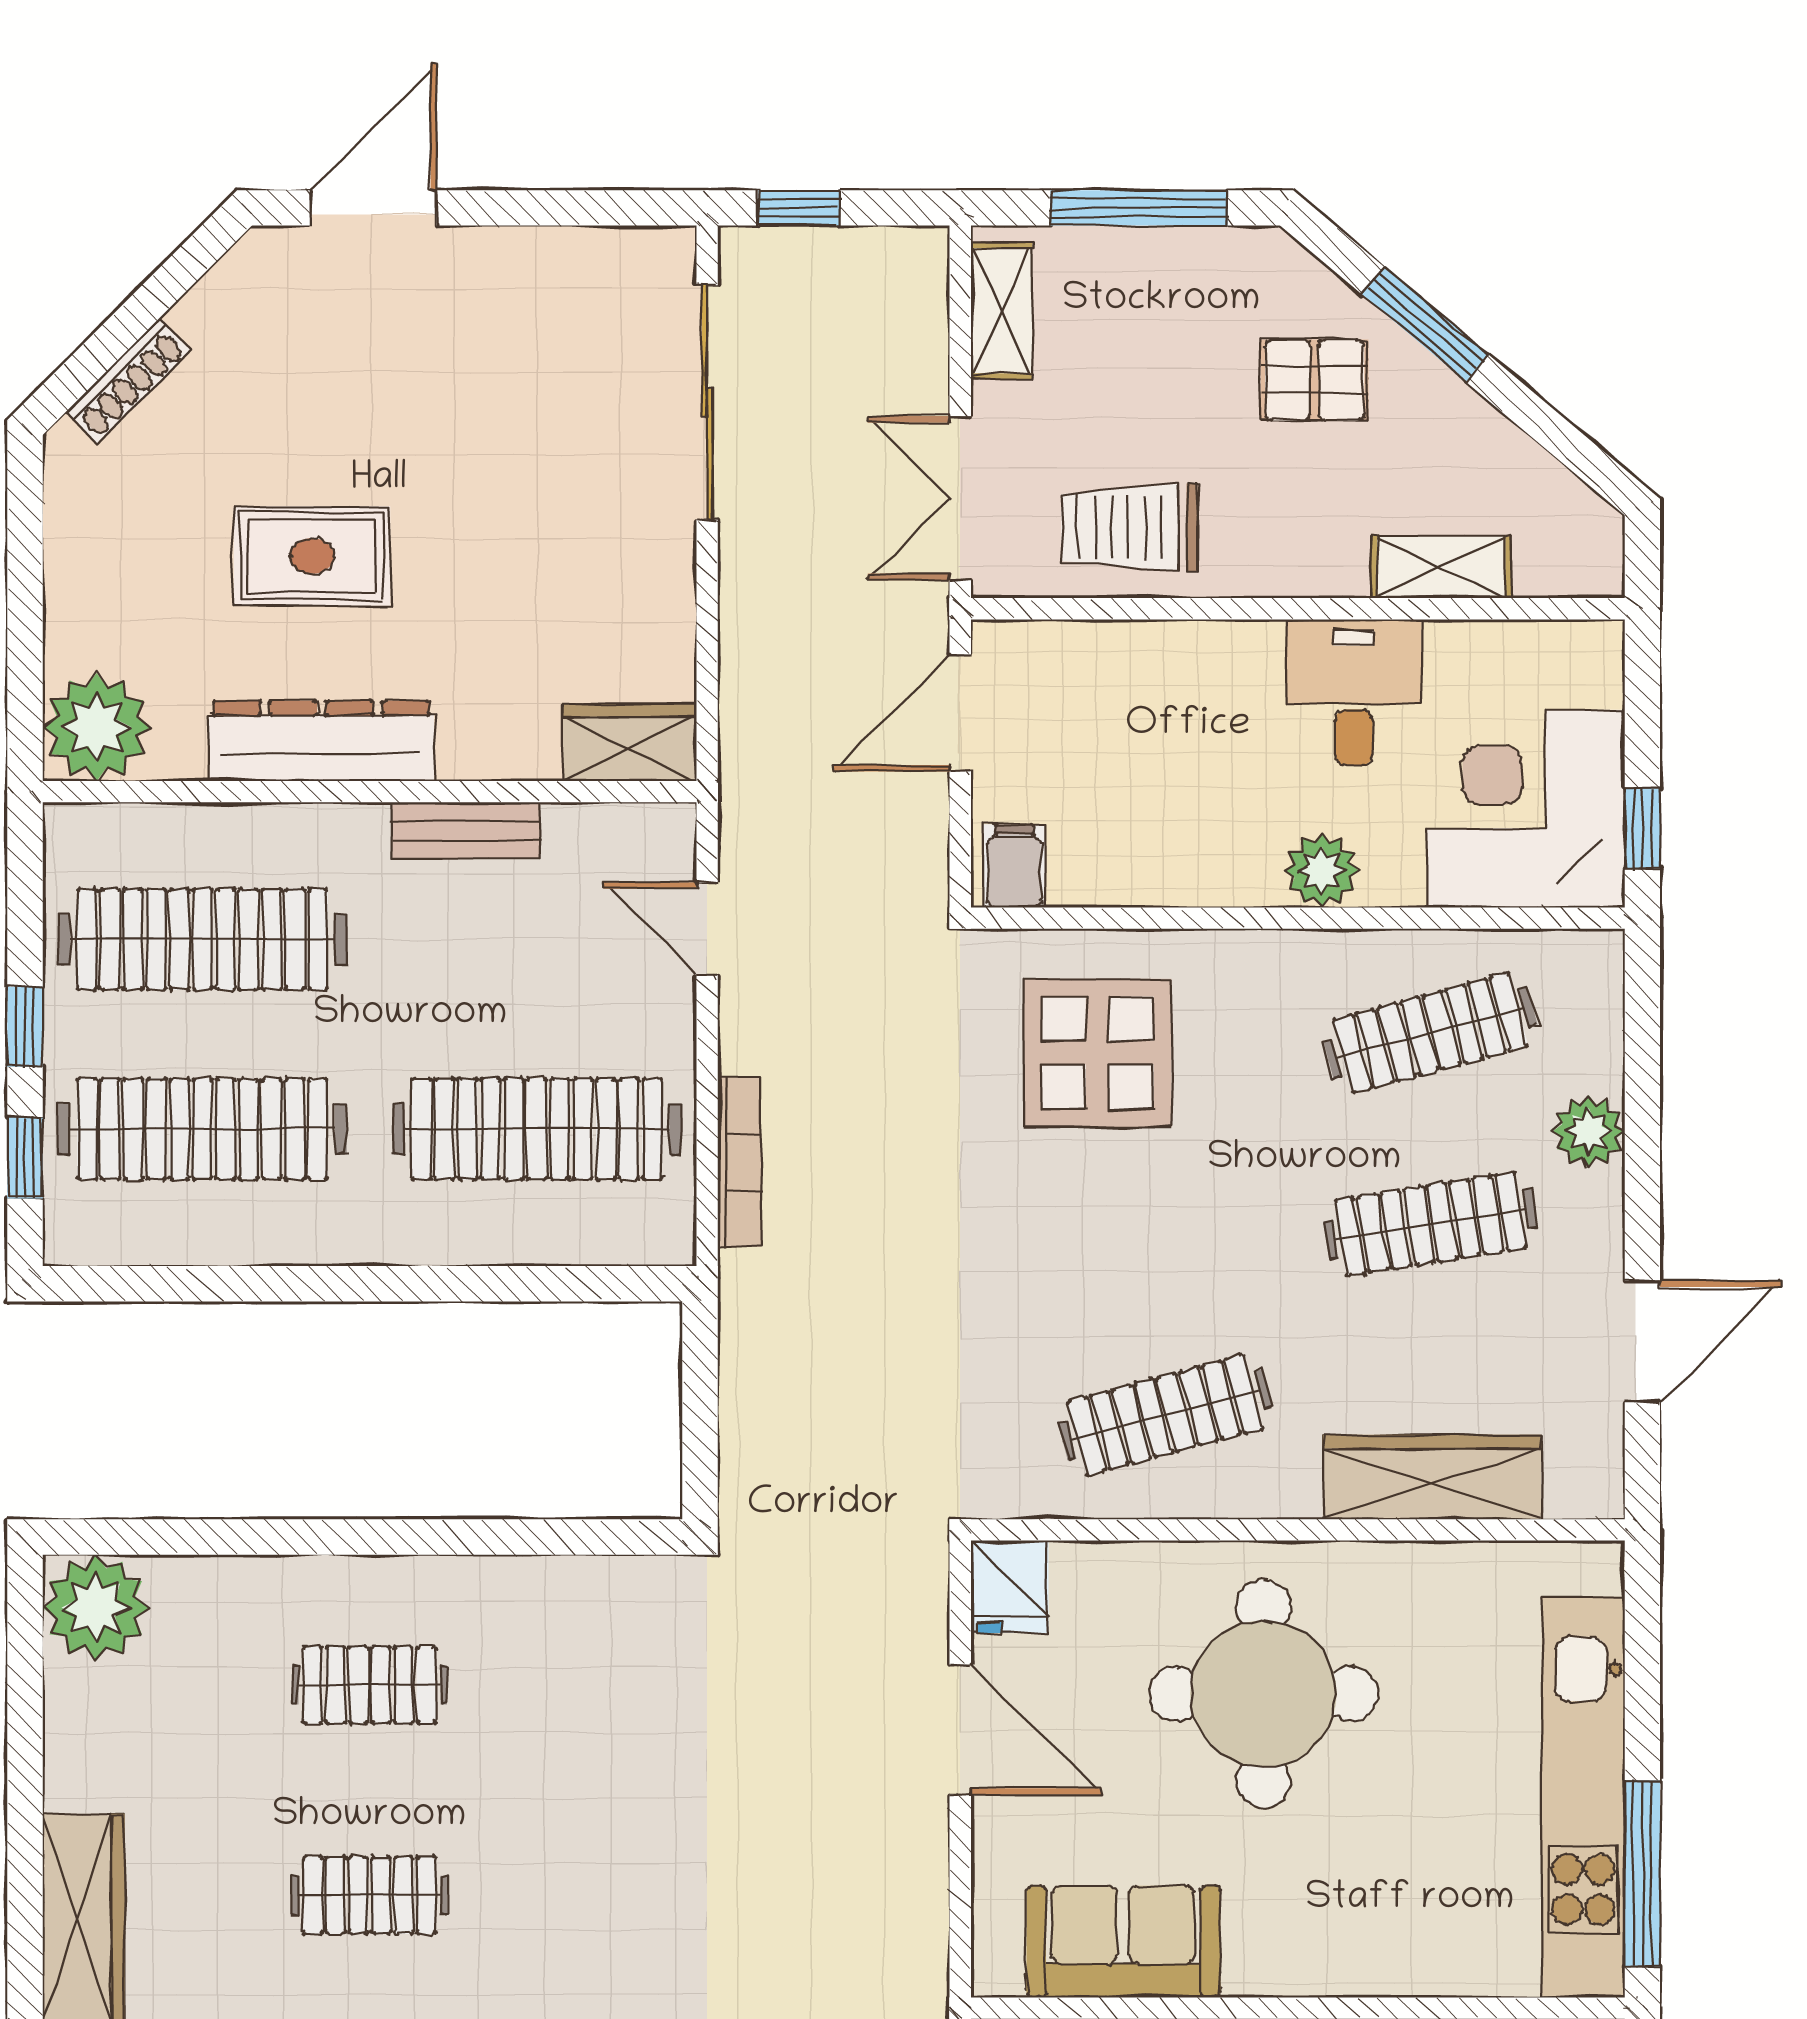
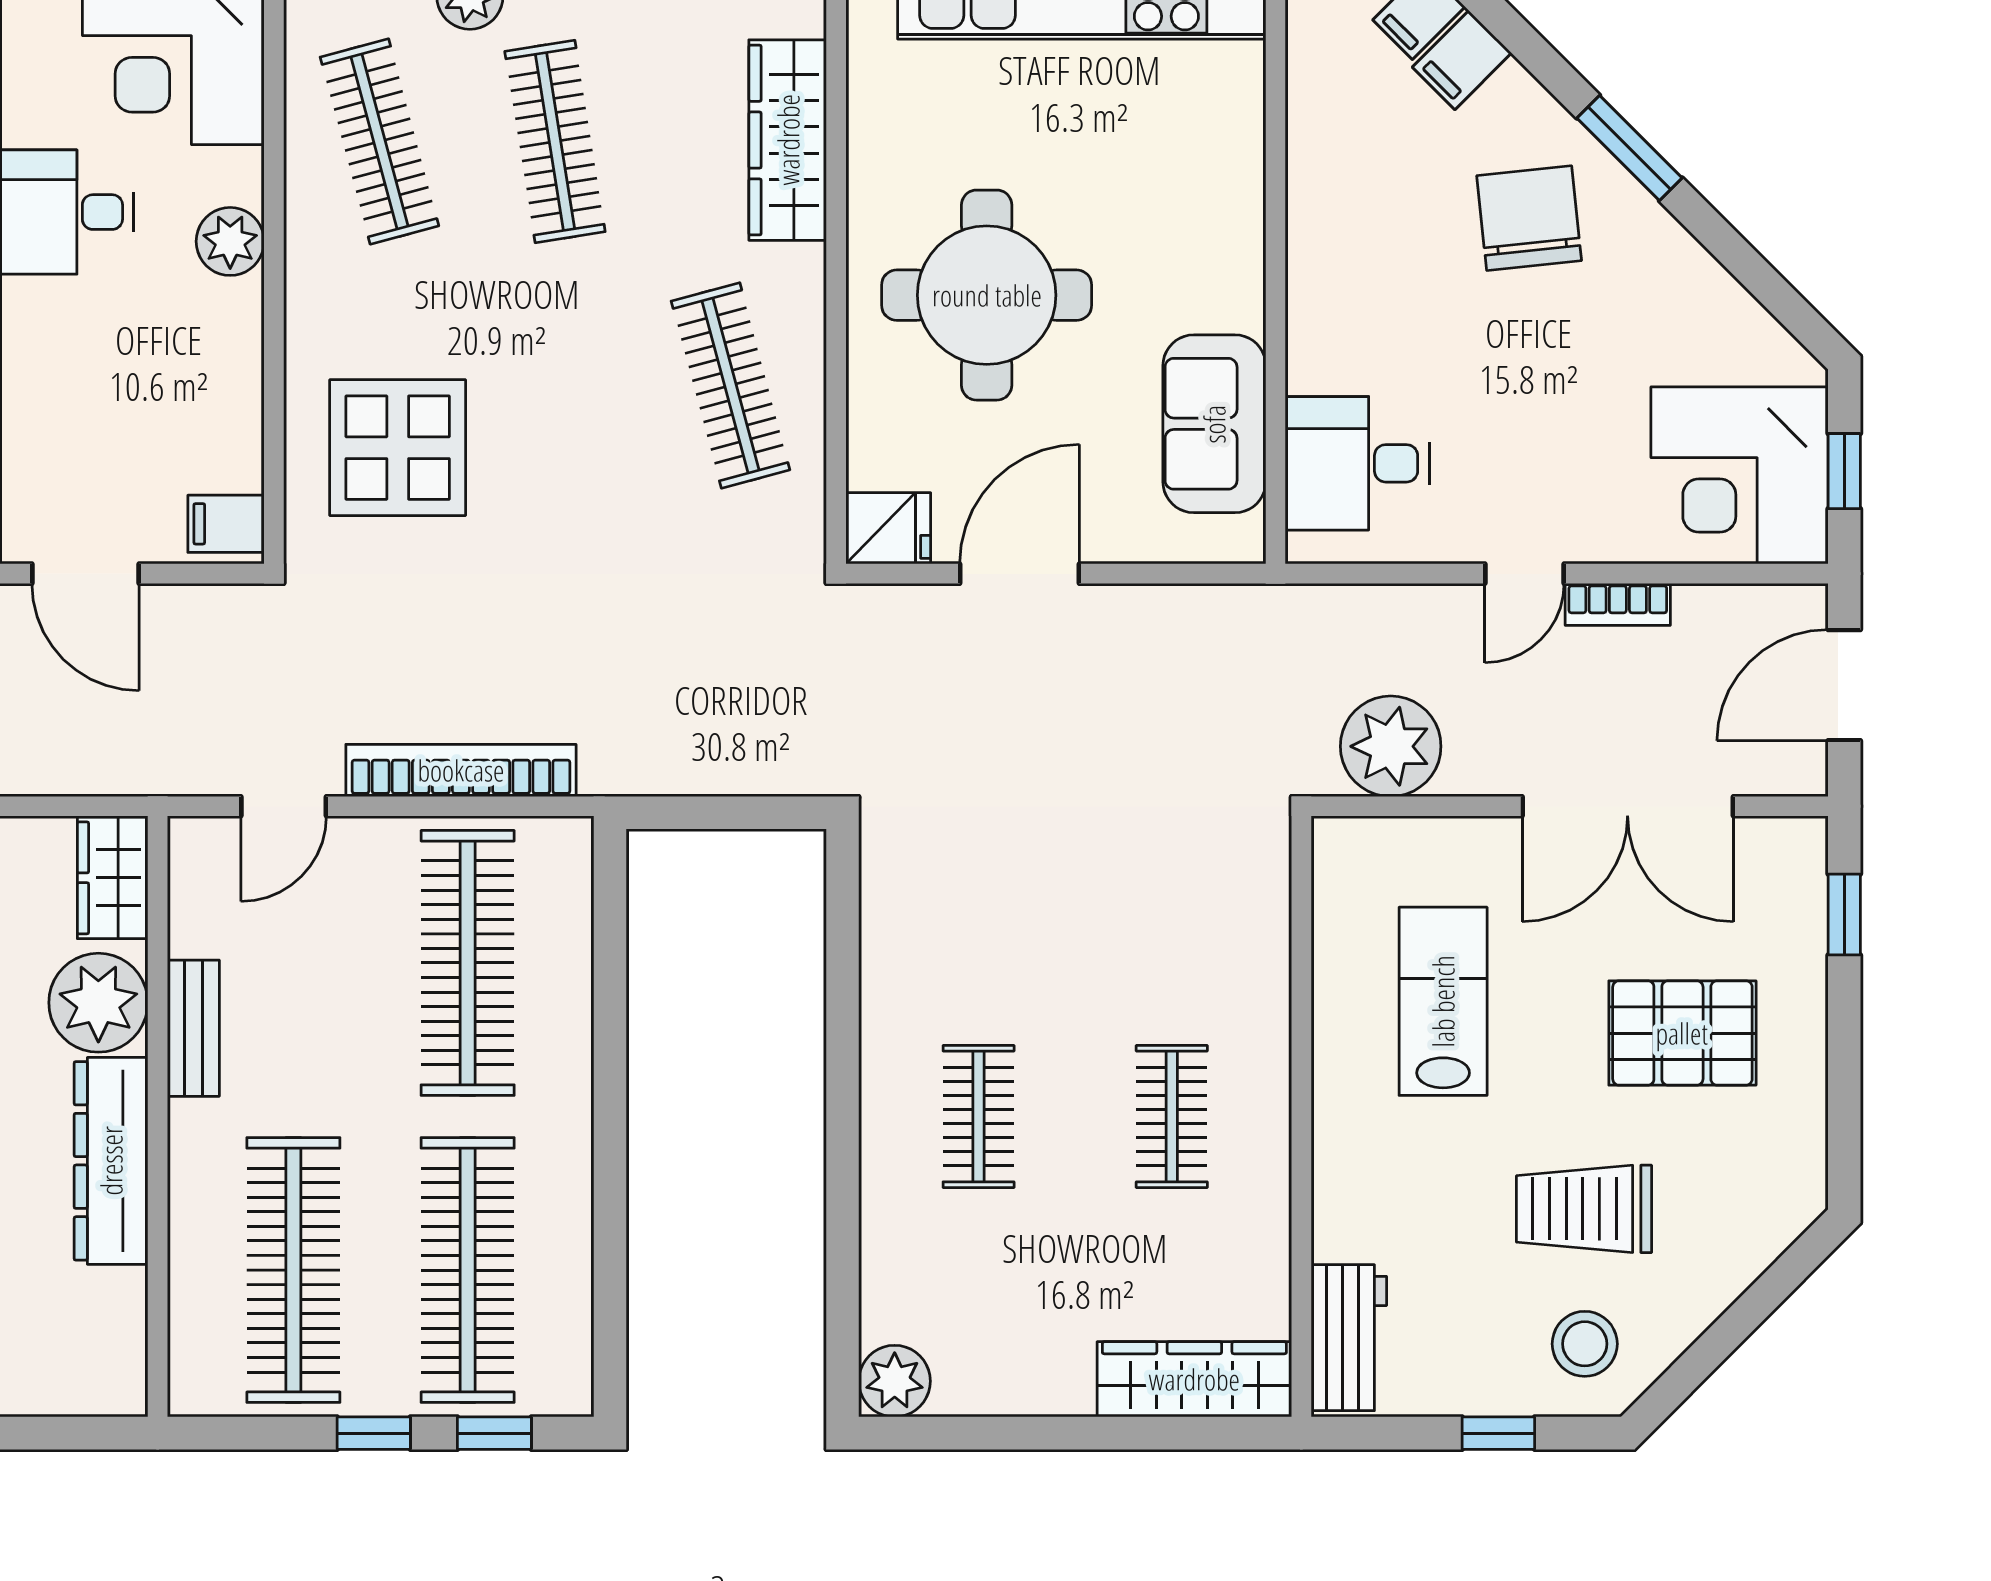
plant: (97, 727) -> (98, 1003), moved
bookcase: (739, 1162) -> (461, 770), width x1.48, depth x1.31
plant: (96, 1608) -> (895, 1381), width x0.73, depth x0.73

